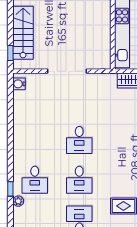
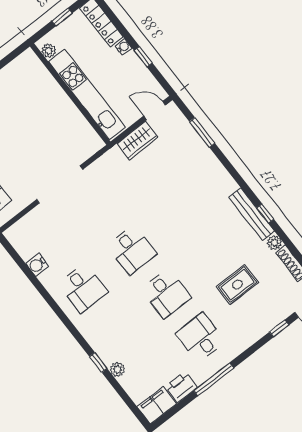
water cooler: (19, 84) -> (37, 265), moved
desk: (35, 180) -> (83, 288), moved

